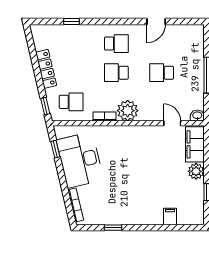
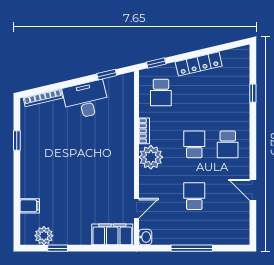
desk: (80, 160) -> (86, 100), width x0.73, depth x0.77
plant: (196, 171) -> (44, 236), moved

